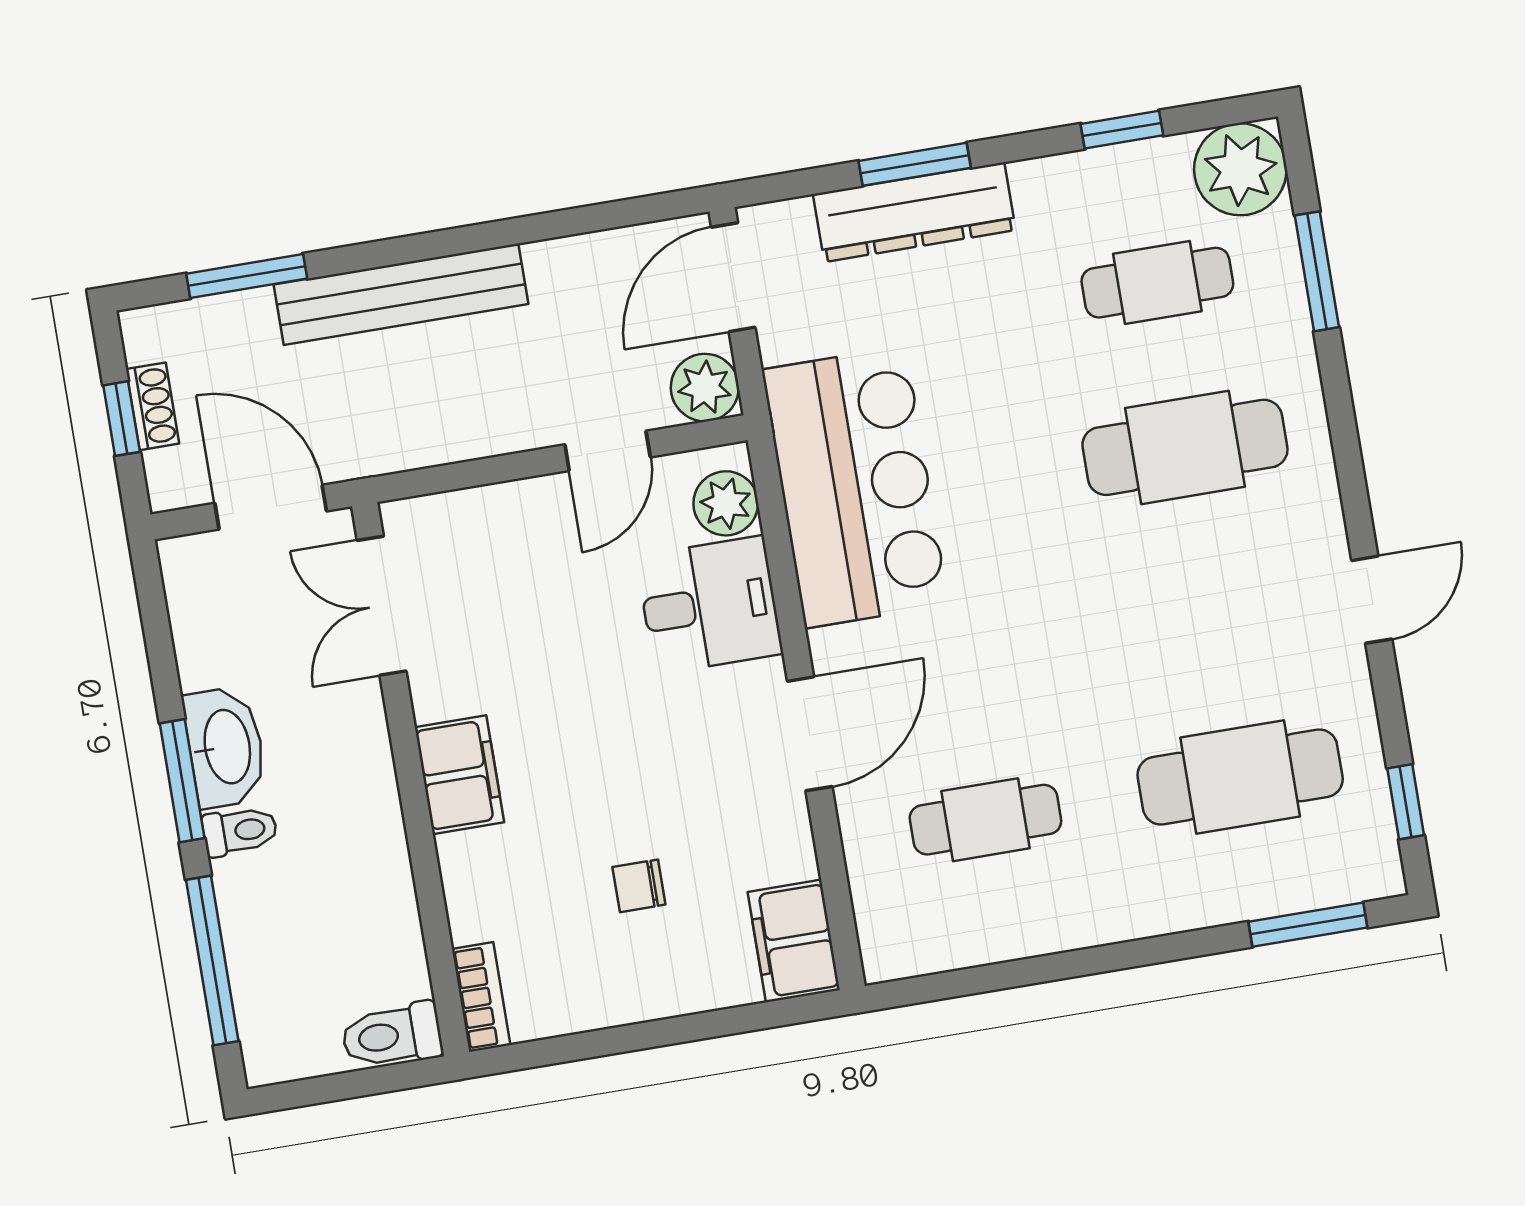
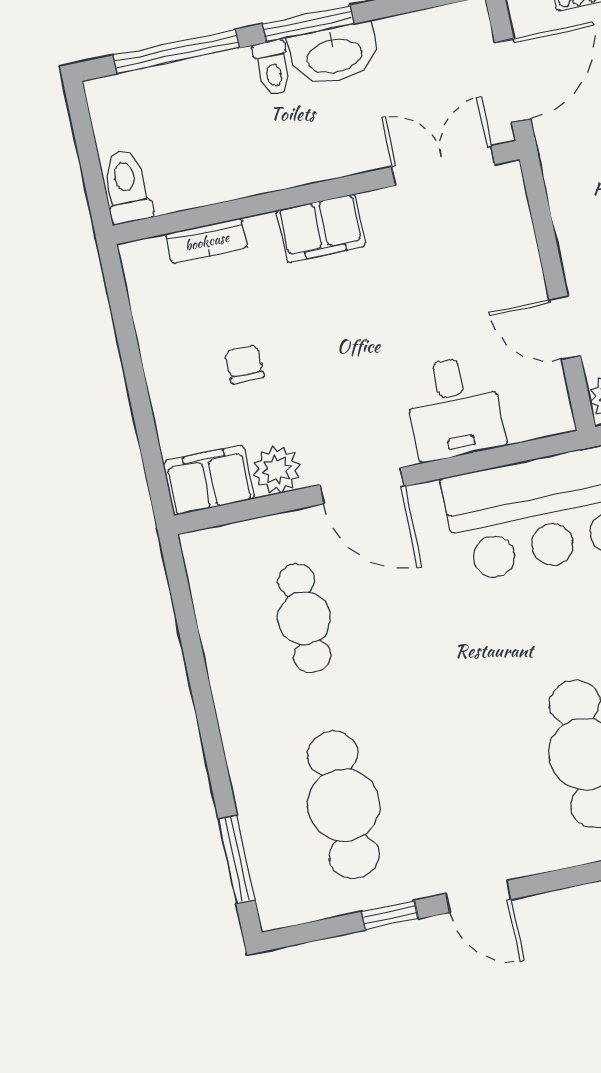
plant: (726, 503) -> (277, 470), moved
window: (1406, 802) -> (390, 915), moved
bookcase: (481, 997) -> (207, 241), moved

